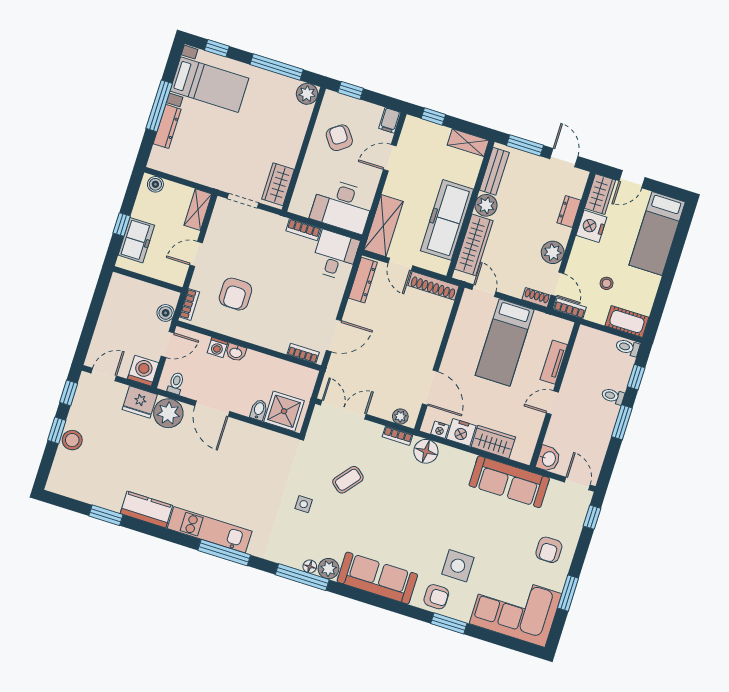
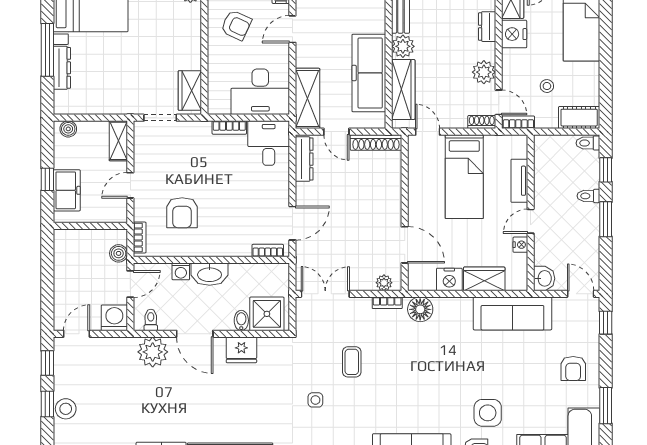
armchair: (339, 138) -> (236, 25), turned 151
washbasin: (236, 352) -> (210, 274), width x1.91, depth x1.45
fridge: (140, 402) -> (241, 350), moved
nightstand: (440, 430) -> (520, 245), moved, turned -90
coffee table: (348, 480) -> (352, 362), turned -39

